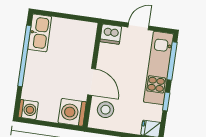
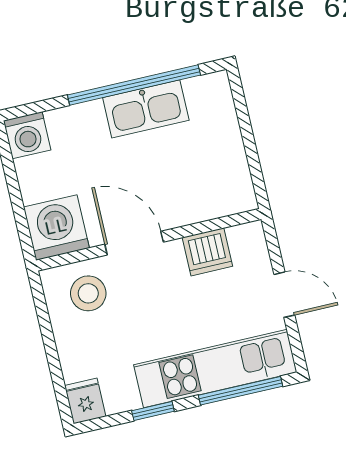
kitchen sink: (40, 33) -> (146, 109), moved
dishwasher: (111, 34) -> (207, 252), moved, turned -90
door: (92, 82) -> (134, 243), swing flipped

